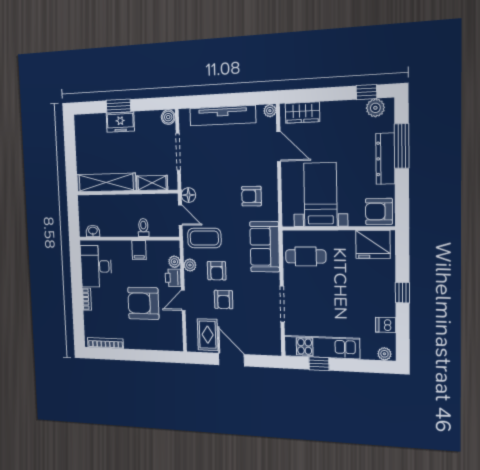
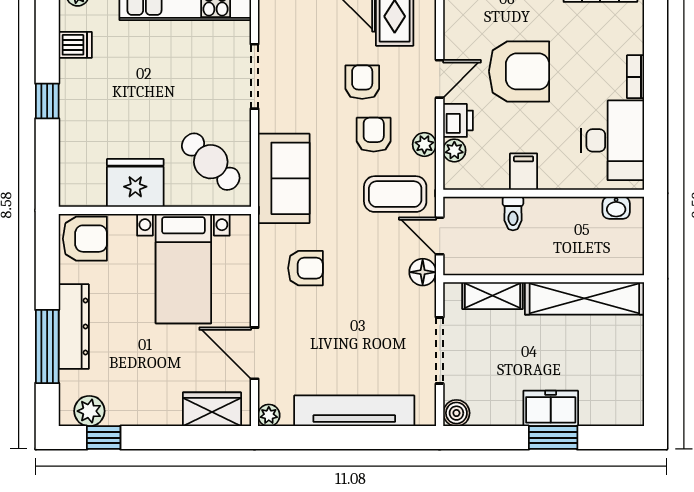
fridge: (373, 244) -> (135, 183), moved
cafe table: (306, 256) -> (211, 162), turned 44

